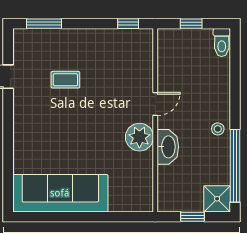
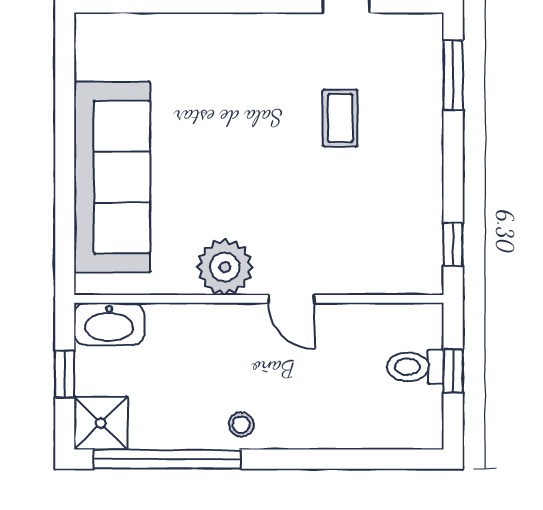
toilet: (222, 42) -> (415, 367), moved
washbasin: (168, 147) -> (109, 324), moved
sofa: (60, 193) -> (112, 177), moved

